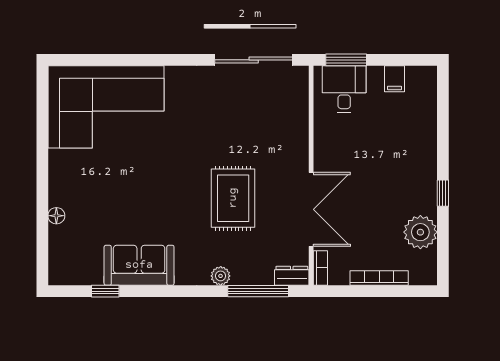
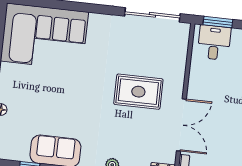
rug: (233, 198) -> (138, 92), moved, turned 90

